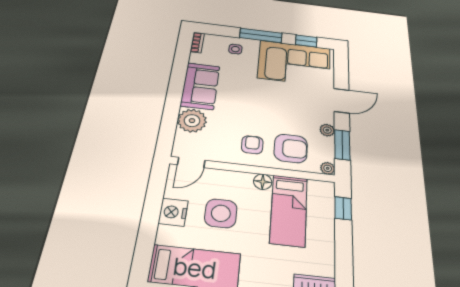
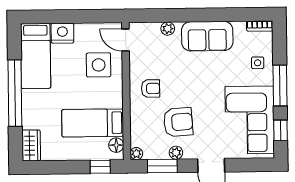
plant: (192, 121) -> (168, 29), width x0.53, depth x0.53
armchair: (291, 148) -> (178, 122), moved, turned -94
floor lamp: (263, 182) -> (116, 145), moved
nightstand: (173, 212) -> (62, 33), moved
side table: (221, 213) -> (99, 65), moved

